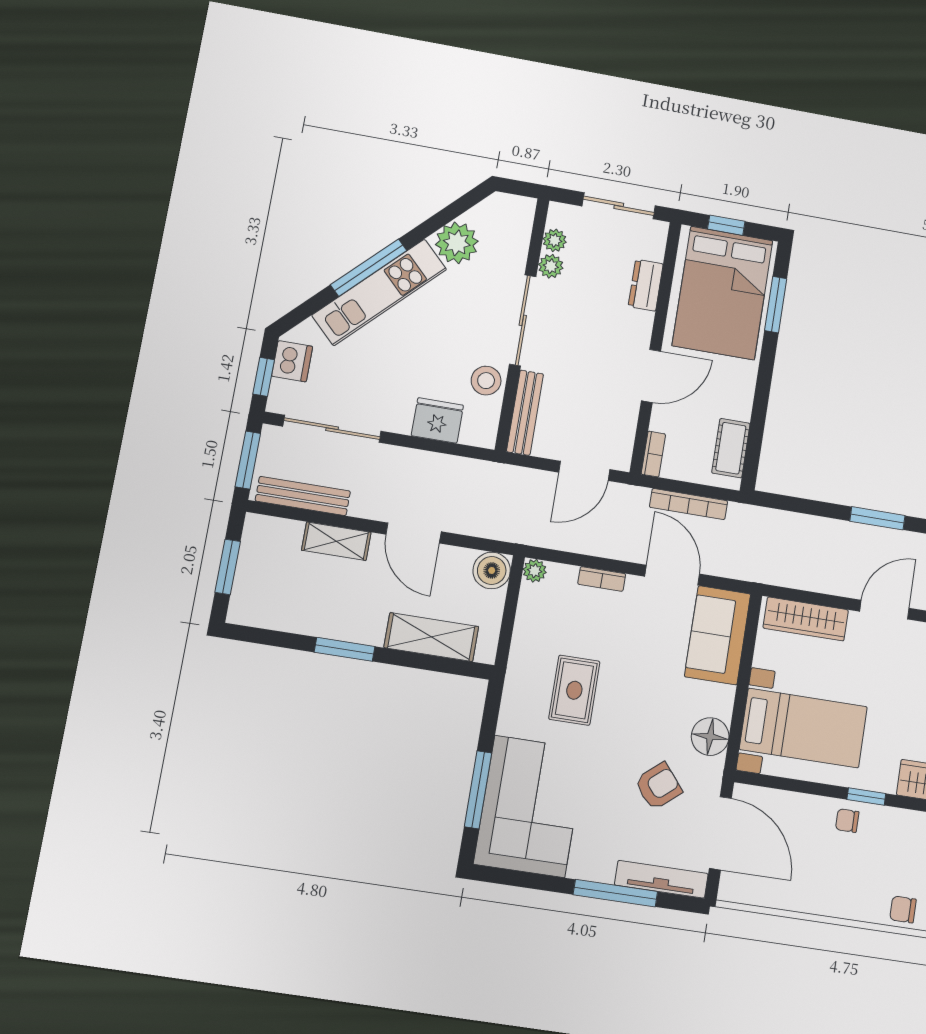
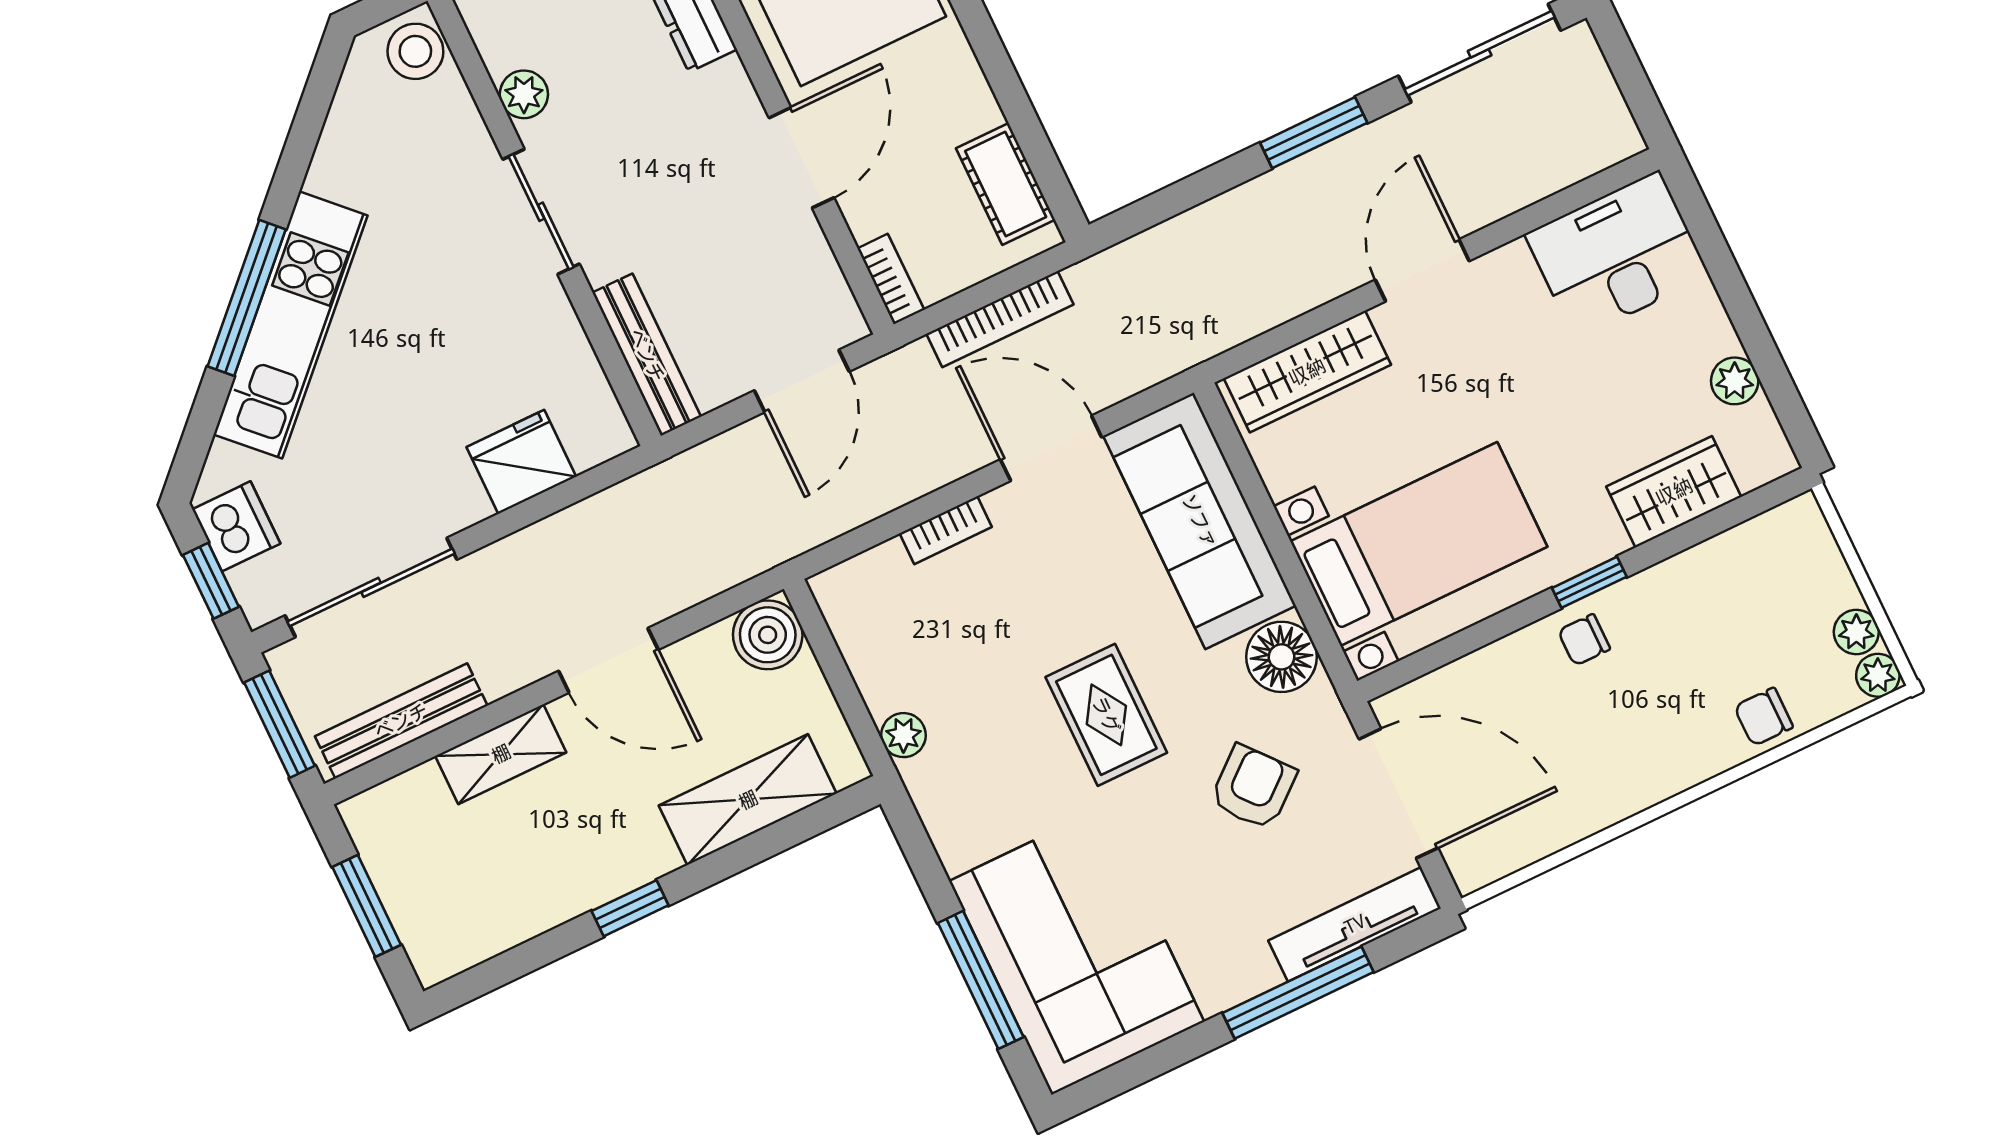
plant: (555, 240) -> (501, 49), removed
plant: (457, 243) -> (353, 162), removed
sliding door: (523, 320) -> (541, 212), width x0.73
stool: (486, 381) -> (415, 51), moved
plant: (535, 571) -> (903, 735), moved
sofa: (718, 635) -> (1200, 521), width x1.36
window: (345, 649) -> (630, 908), width x0.67
rug: (574, 690) -> (1106, 715), moved

